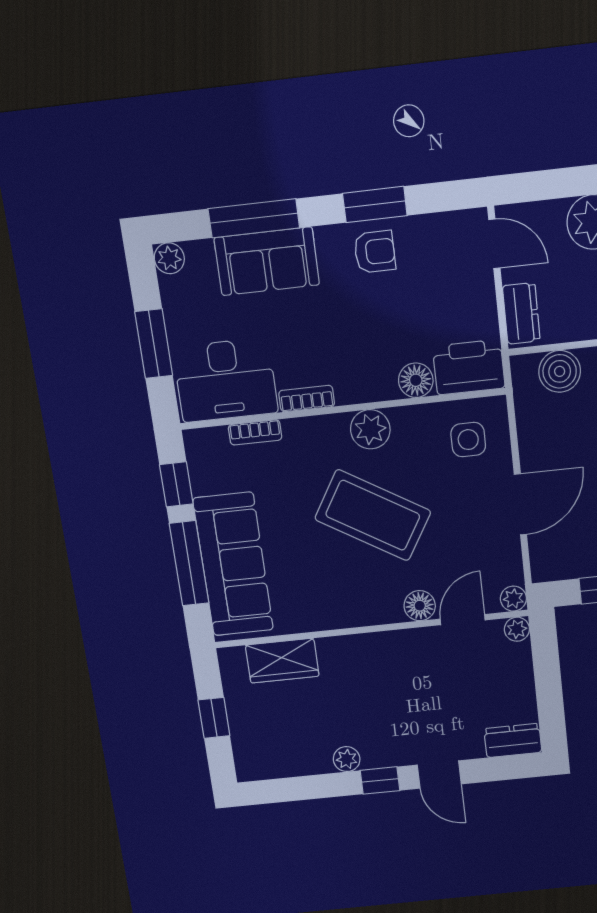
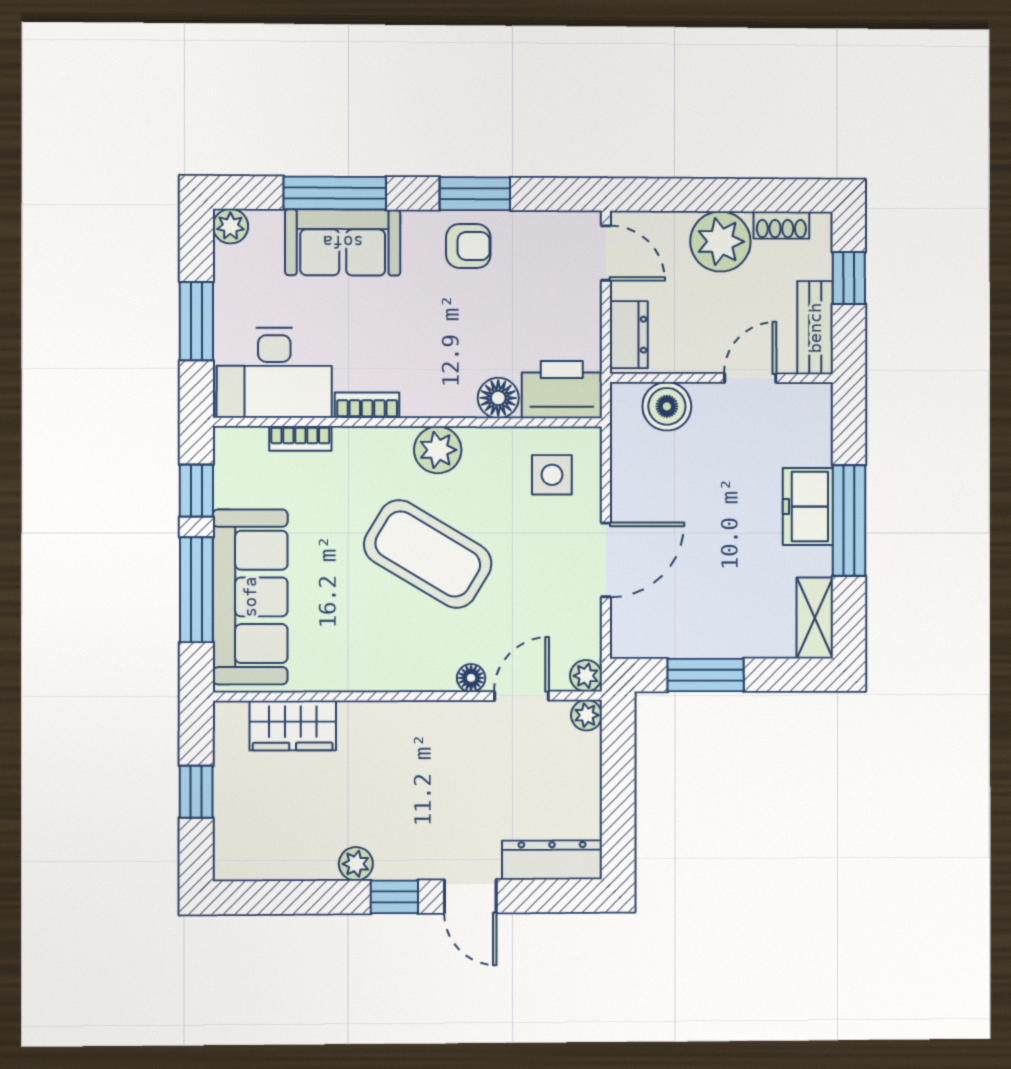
floor lamp: (420, 606) -> (471, 678), width x0.73, depth x0.73
dresser: (513, 740) -> (552, 860), width x1.44

